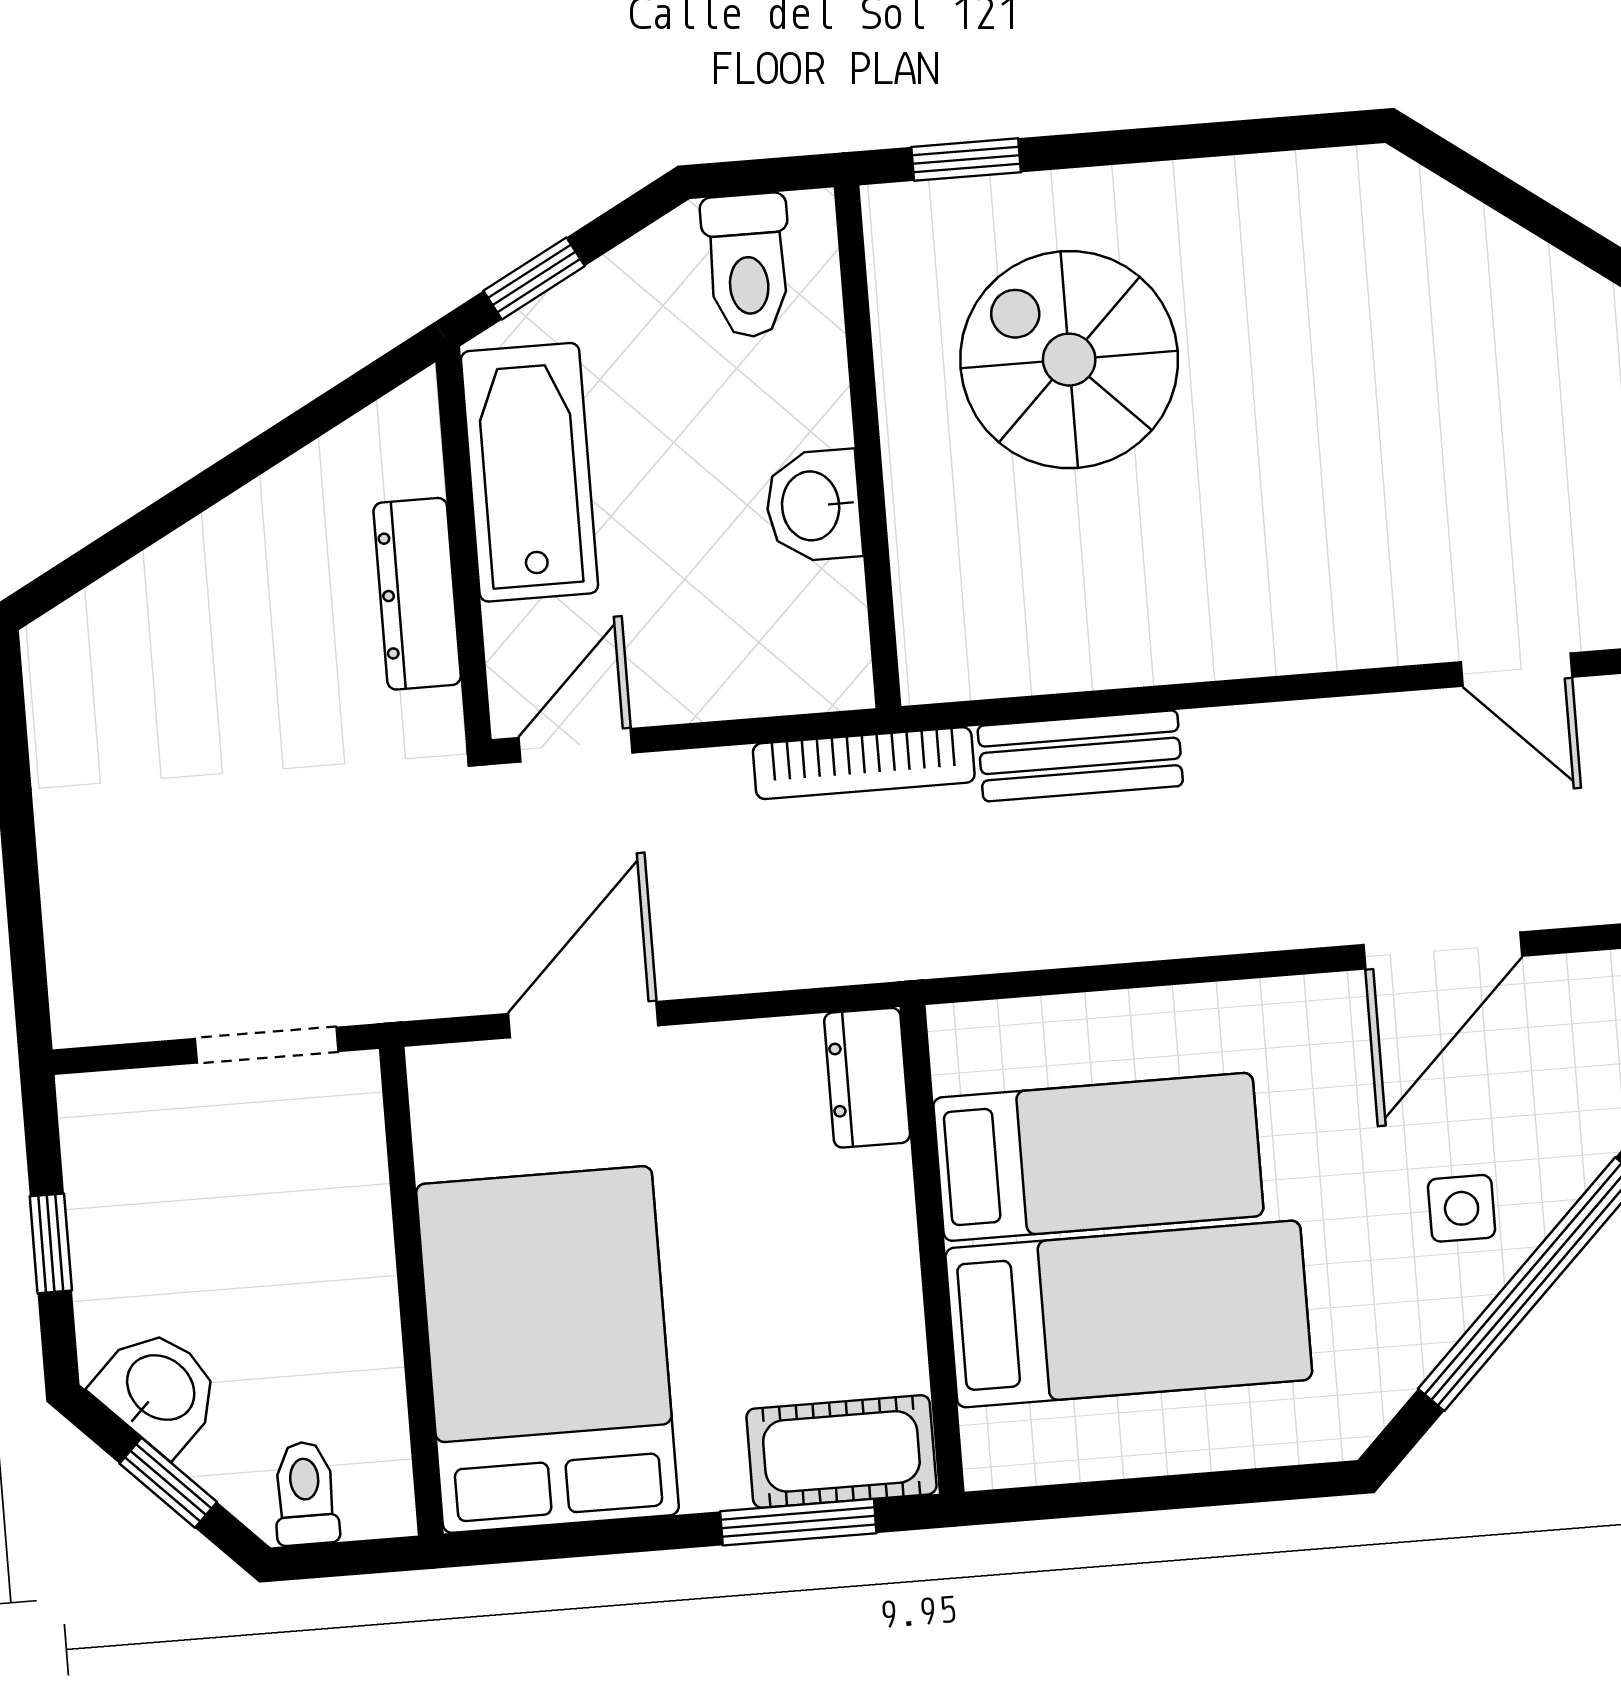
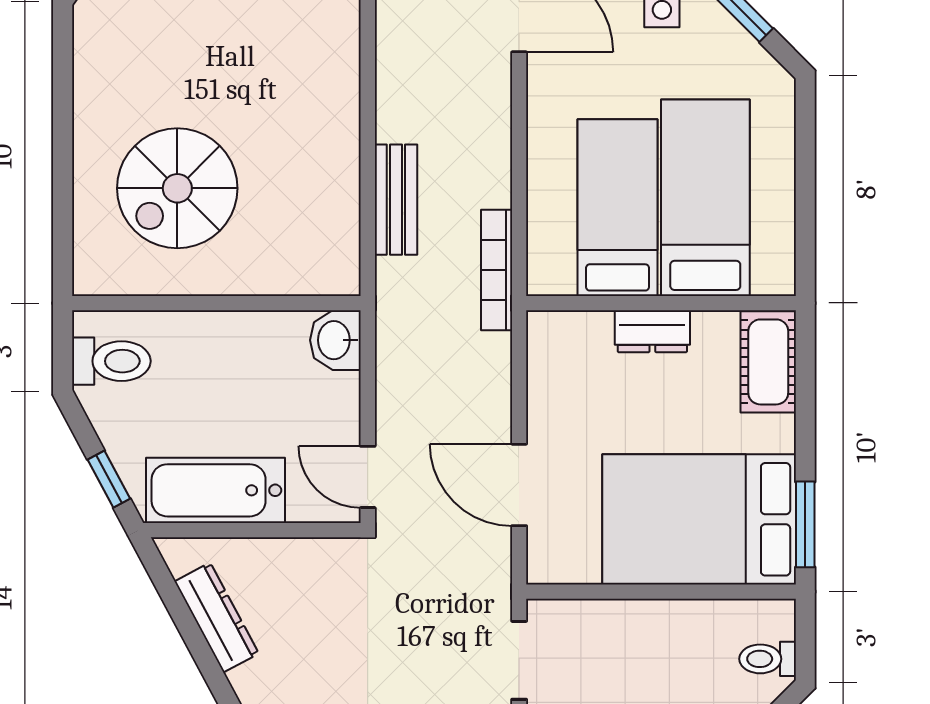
window: (966, 160) -> (63, 236), removed
washbasin: (813, 506) -> (335, 340), moved, turned 90
dresser: (417, 594) -> (217, 617), moved, turned -118
bookcase: (864, 763) -> (497, 270), moved, turned 180
dresser: (867, 1078) -> (652, 331), moved
window: (798, 1522) -> (805, 524), moved

